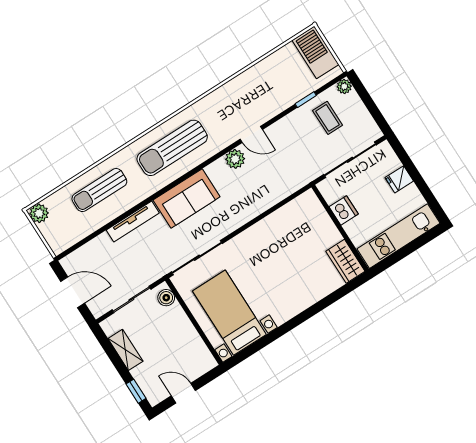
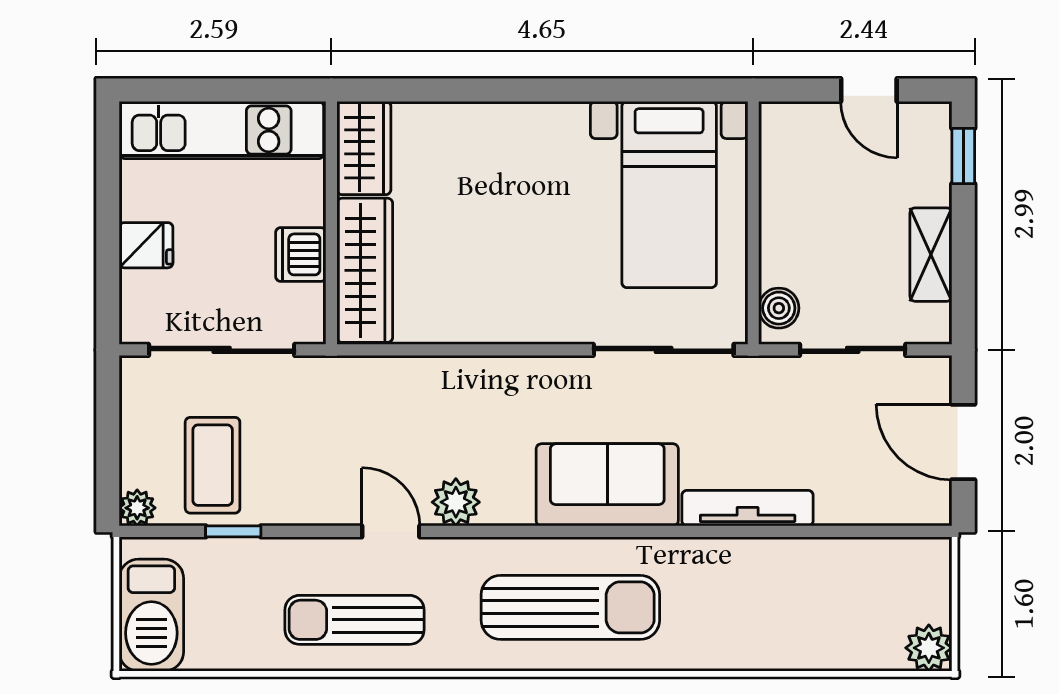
coffee table: (328, 118) -> (213, 465), width x1.36, depth x1.30
sun lounger: (99, 190) -> (355, 620), moved, turned 180
wardrobe: (318, 219) -> (365, 270), added

